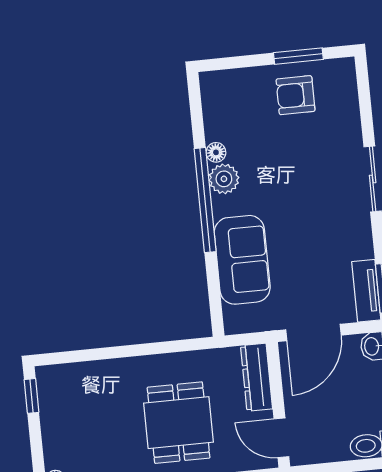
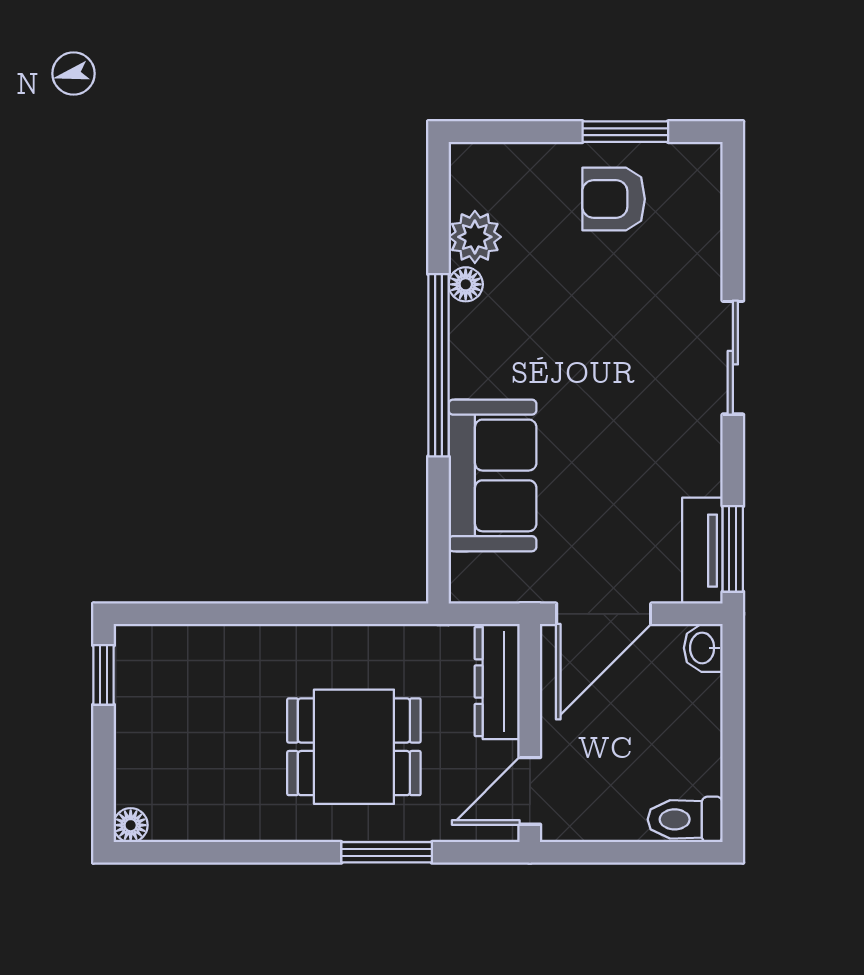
plant: (224, 179) -> (475, 237), moved
dining table: (179, 423) -> (354, 747), turned 90
door: (281, 438) -> (530, 791), hinge flipped

